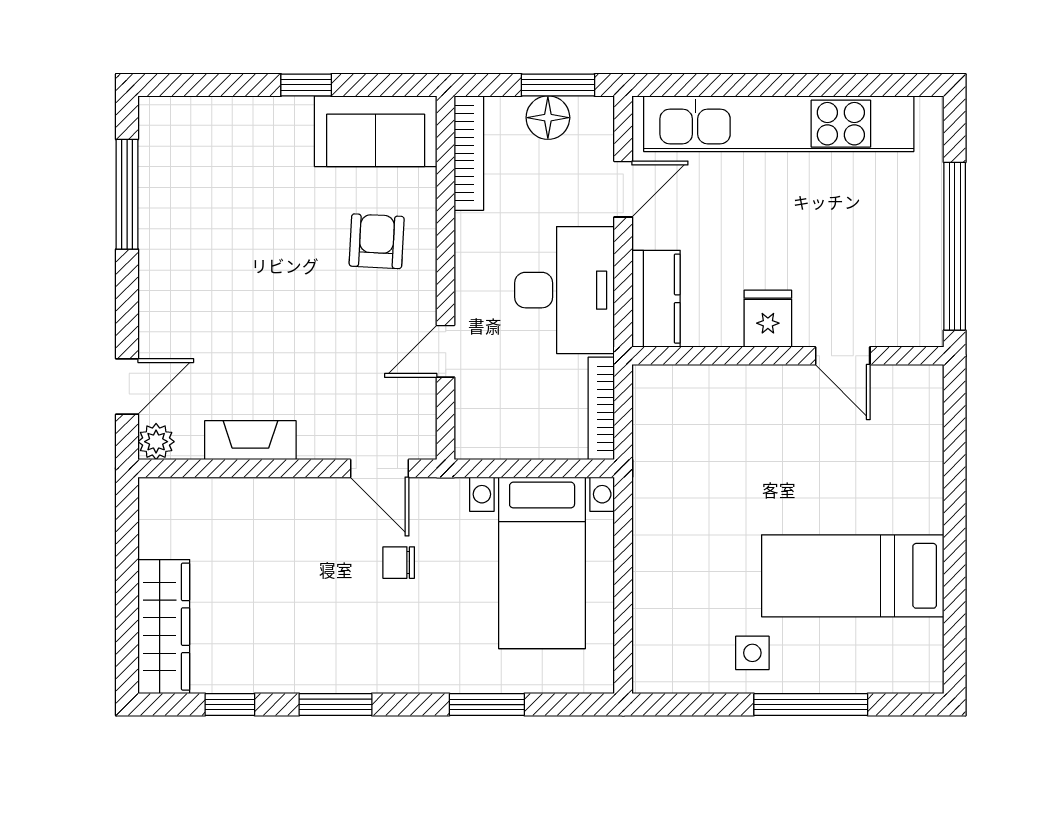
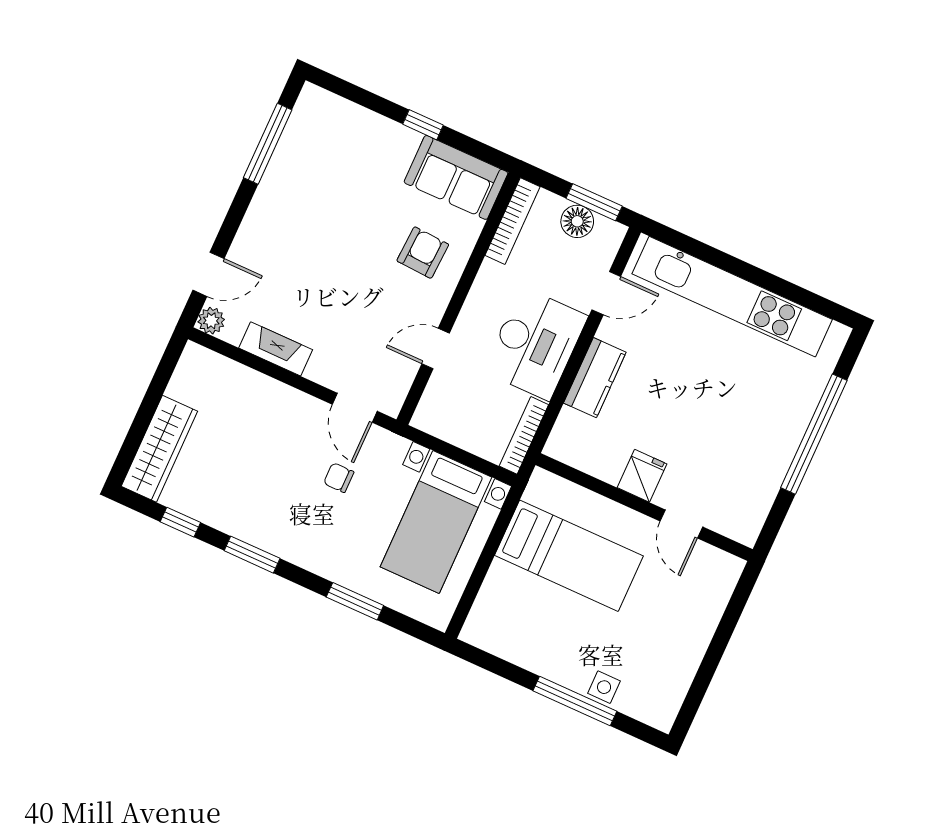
fridge: (768, 319) -> (642, 476), moved
wall: (788, 356) -> (644, 507), moved
door: (843, 356) -> (681, 524), moved
bed: (853, 576) -> (569, 556), moved, turned 180
side table: (752, 653) -> (604, 687), moved

